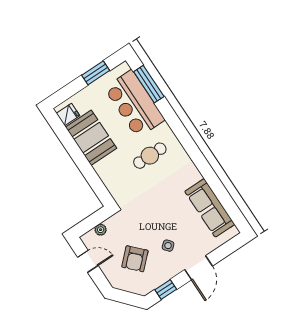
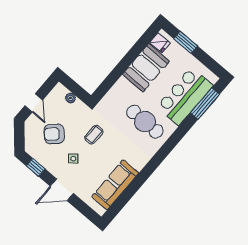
window: (96, 73) -> (186, 42), moved
cafe table: (150, 156) -> (145, 122), width x1.37, depth x1.35
coffee table: (148, 215) -> (94, 135), added
door: (88, 261) -> (34, 103), moved

